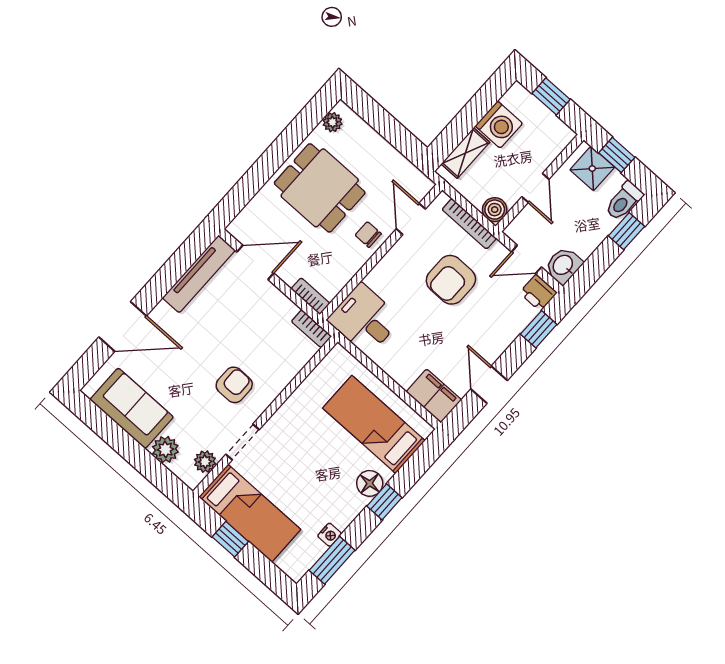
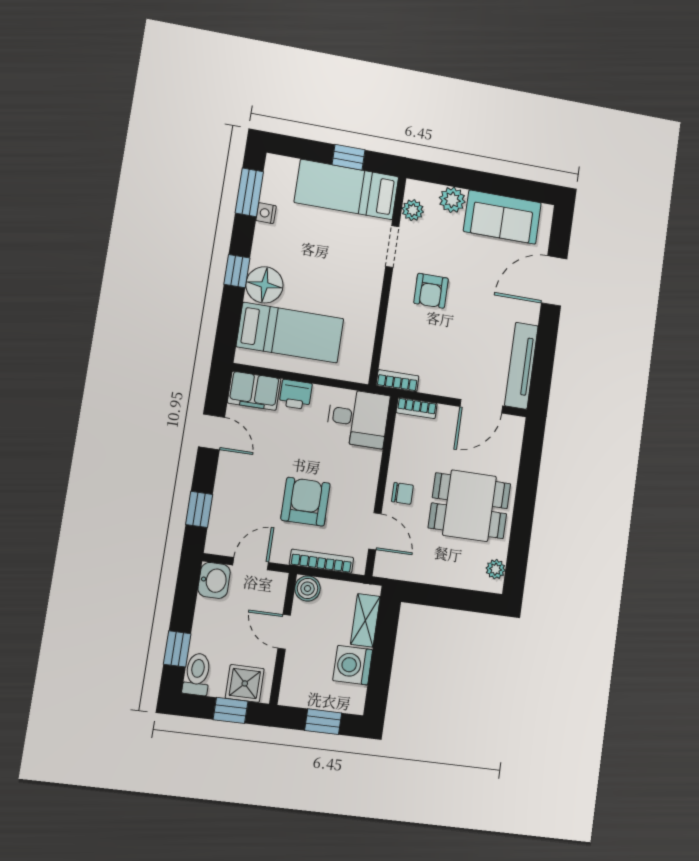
printer: (538, 293) -> (296, 394), moved, turned 180
floor lamp: (370, 483) -> (264, 285), width x1.38, depth x1.38

